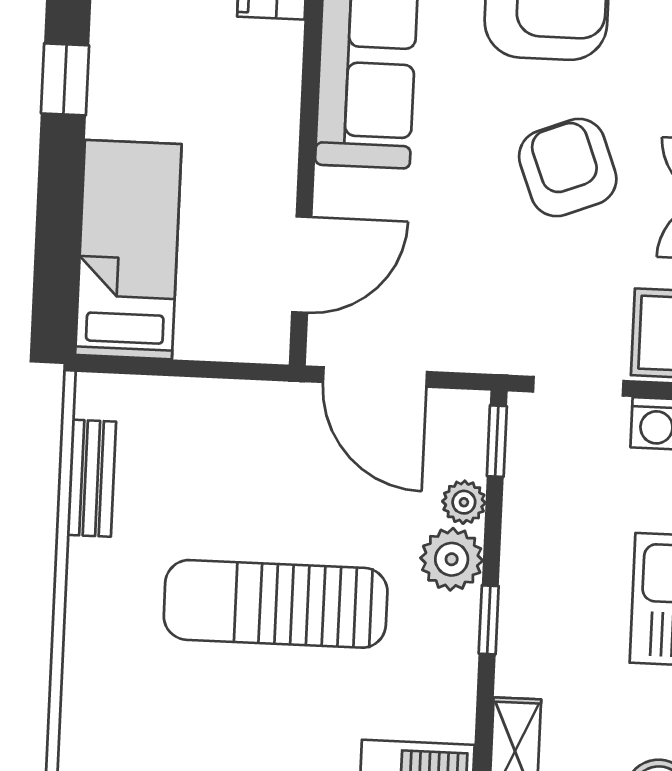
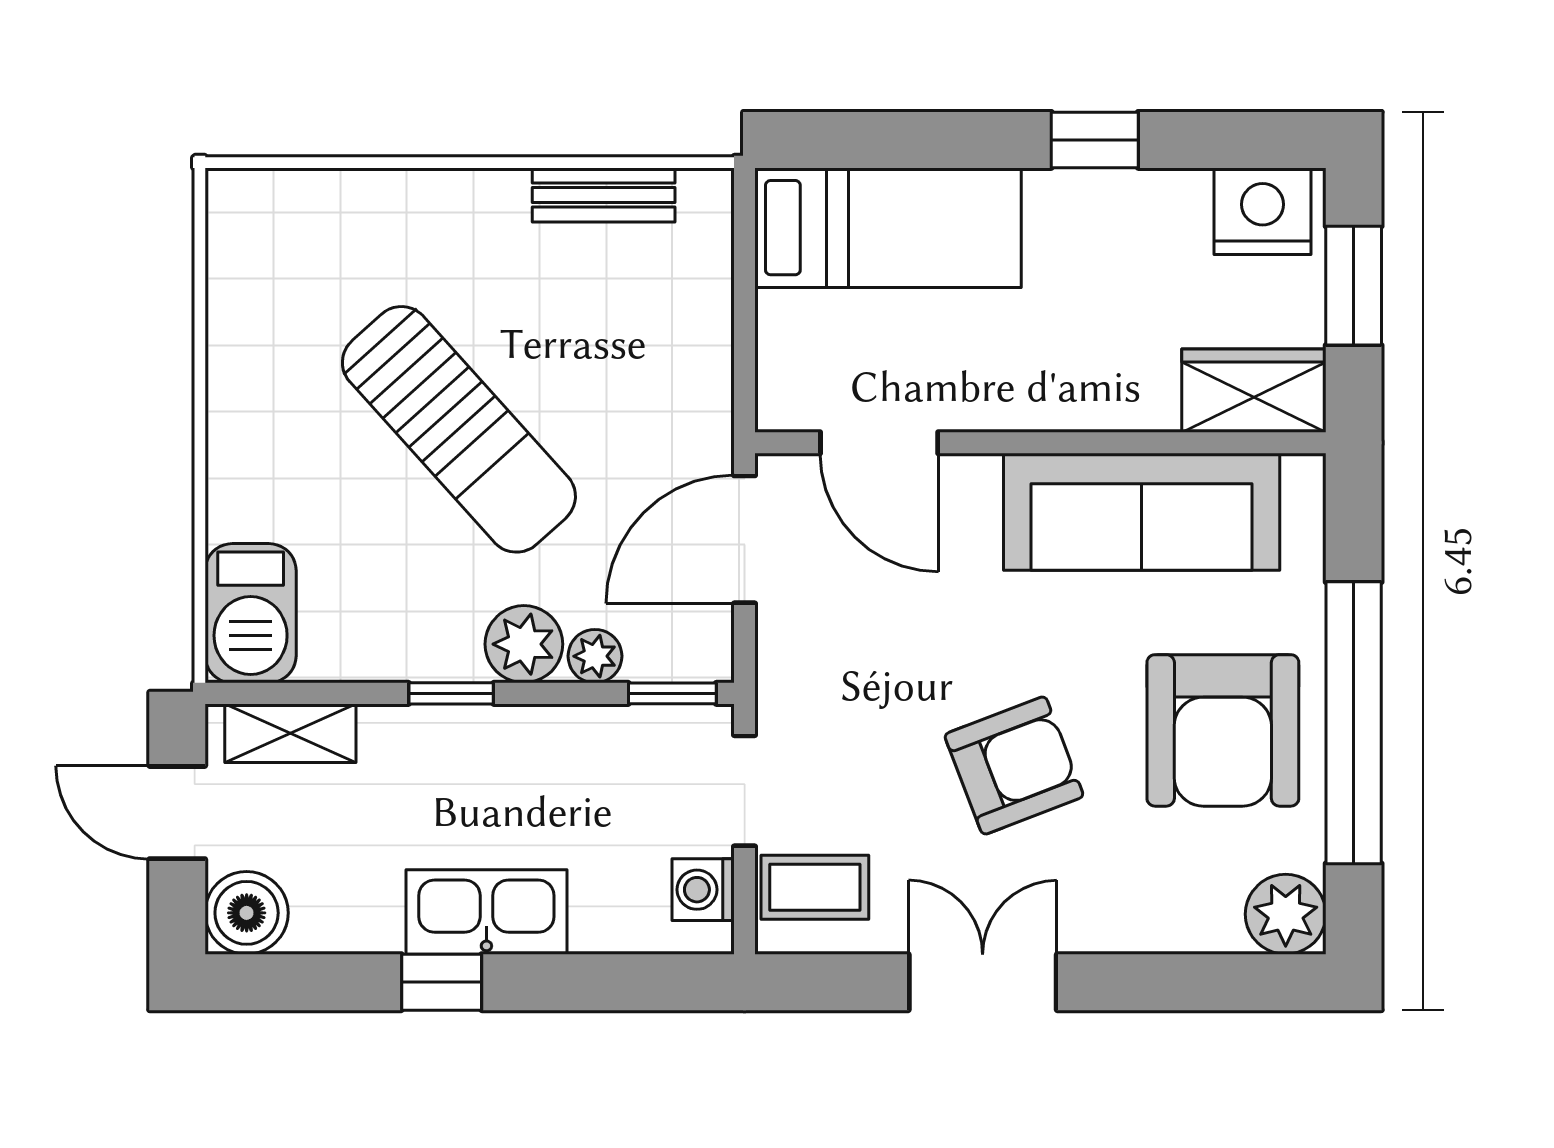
sun lounger: (276, 604) -> (459, 429), turned 138

